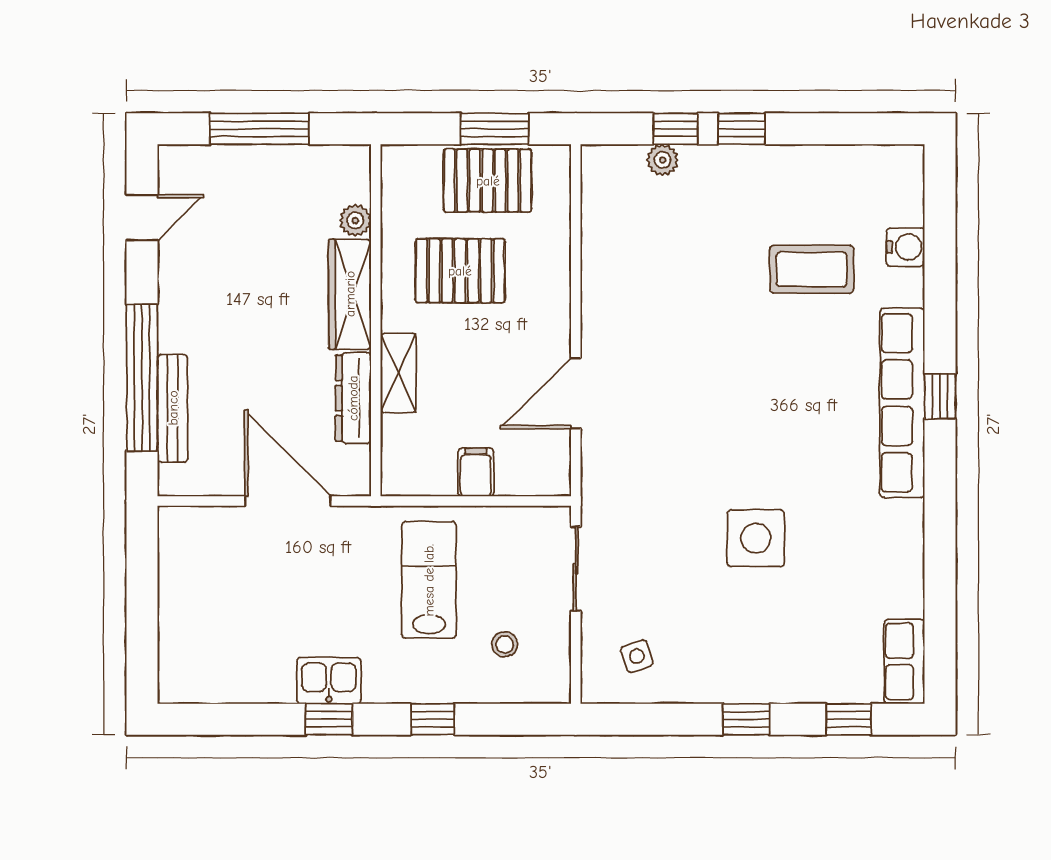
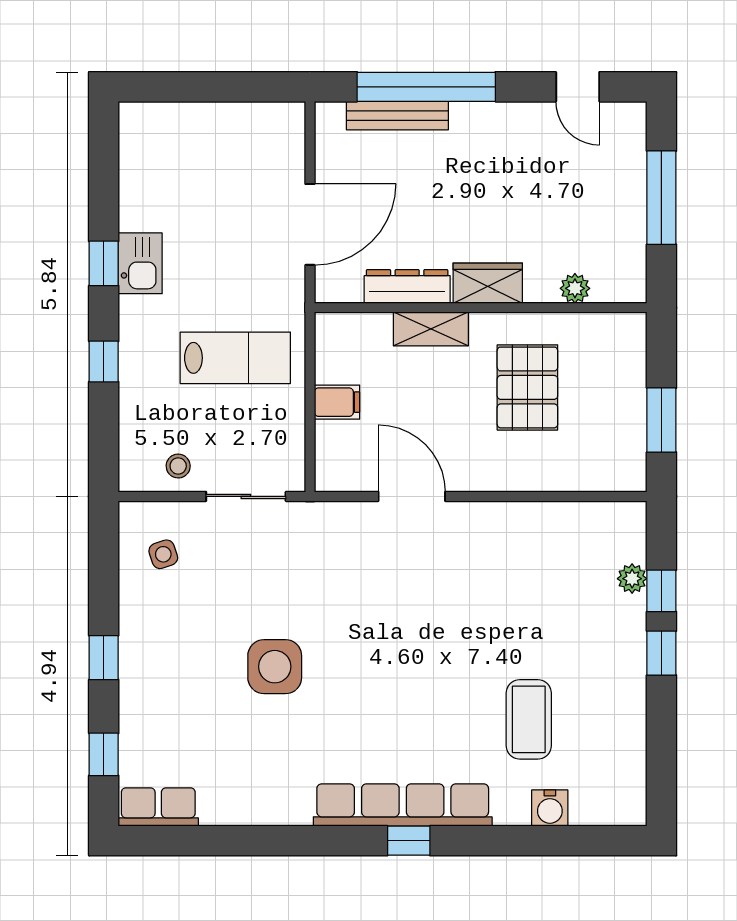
pallet: (488, 181) -> (613, 413), removed
wardrobe: (350, 294) -> (488, 283), width x0.67
stool: (505, 644) -> (178, 466), moved

